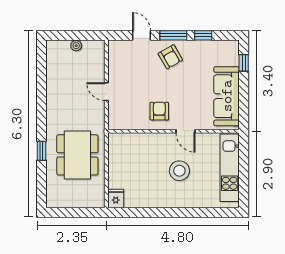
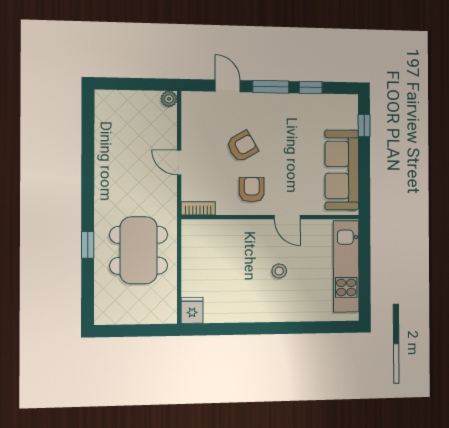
plant: (76, 46) -> (169, 99), moved
armchair: (170, 57) -> (242, 146), moved, turned -90
bookcase: (120, 125) -> (198, 208), added
stool: (179, 171) -> (279, 271), width x0.53, depth x0.53

